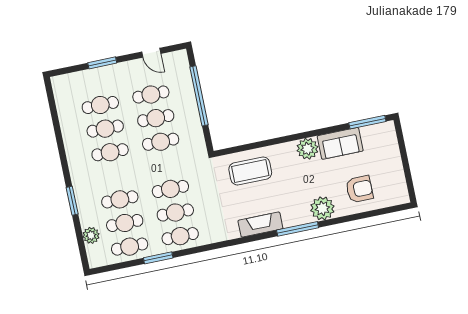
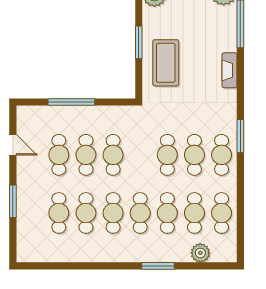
door: (151, 53) -> (13, 145), hinge flipped
window: (199, 96) -> (71, 102), width x0.68
window: (263, 144) -> (139, 42), added
cafe table: (115, 176) -> (140, 213), added
fireplace: (260, 225) -> (230, 70), width x0.73, depth x0.76
window: (158, 258) -> (240, 136), moved

